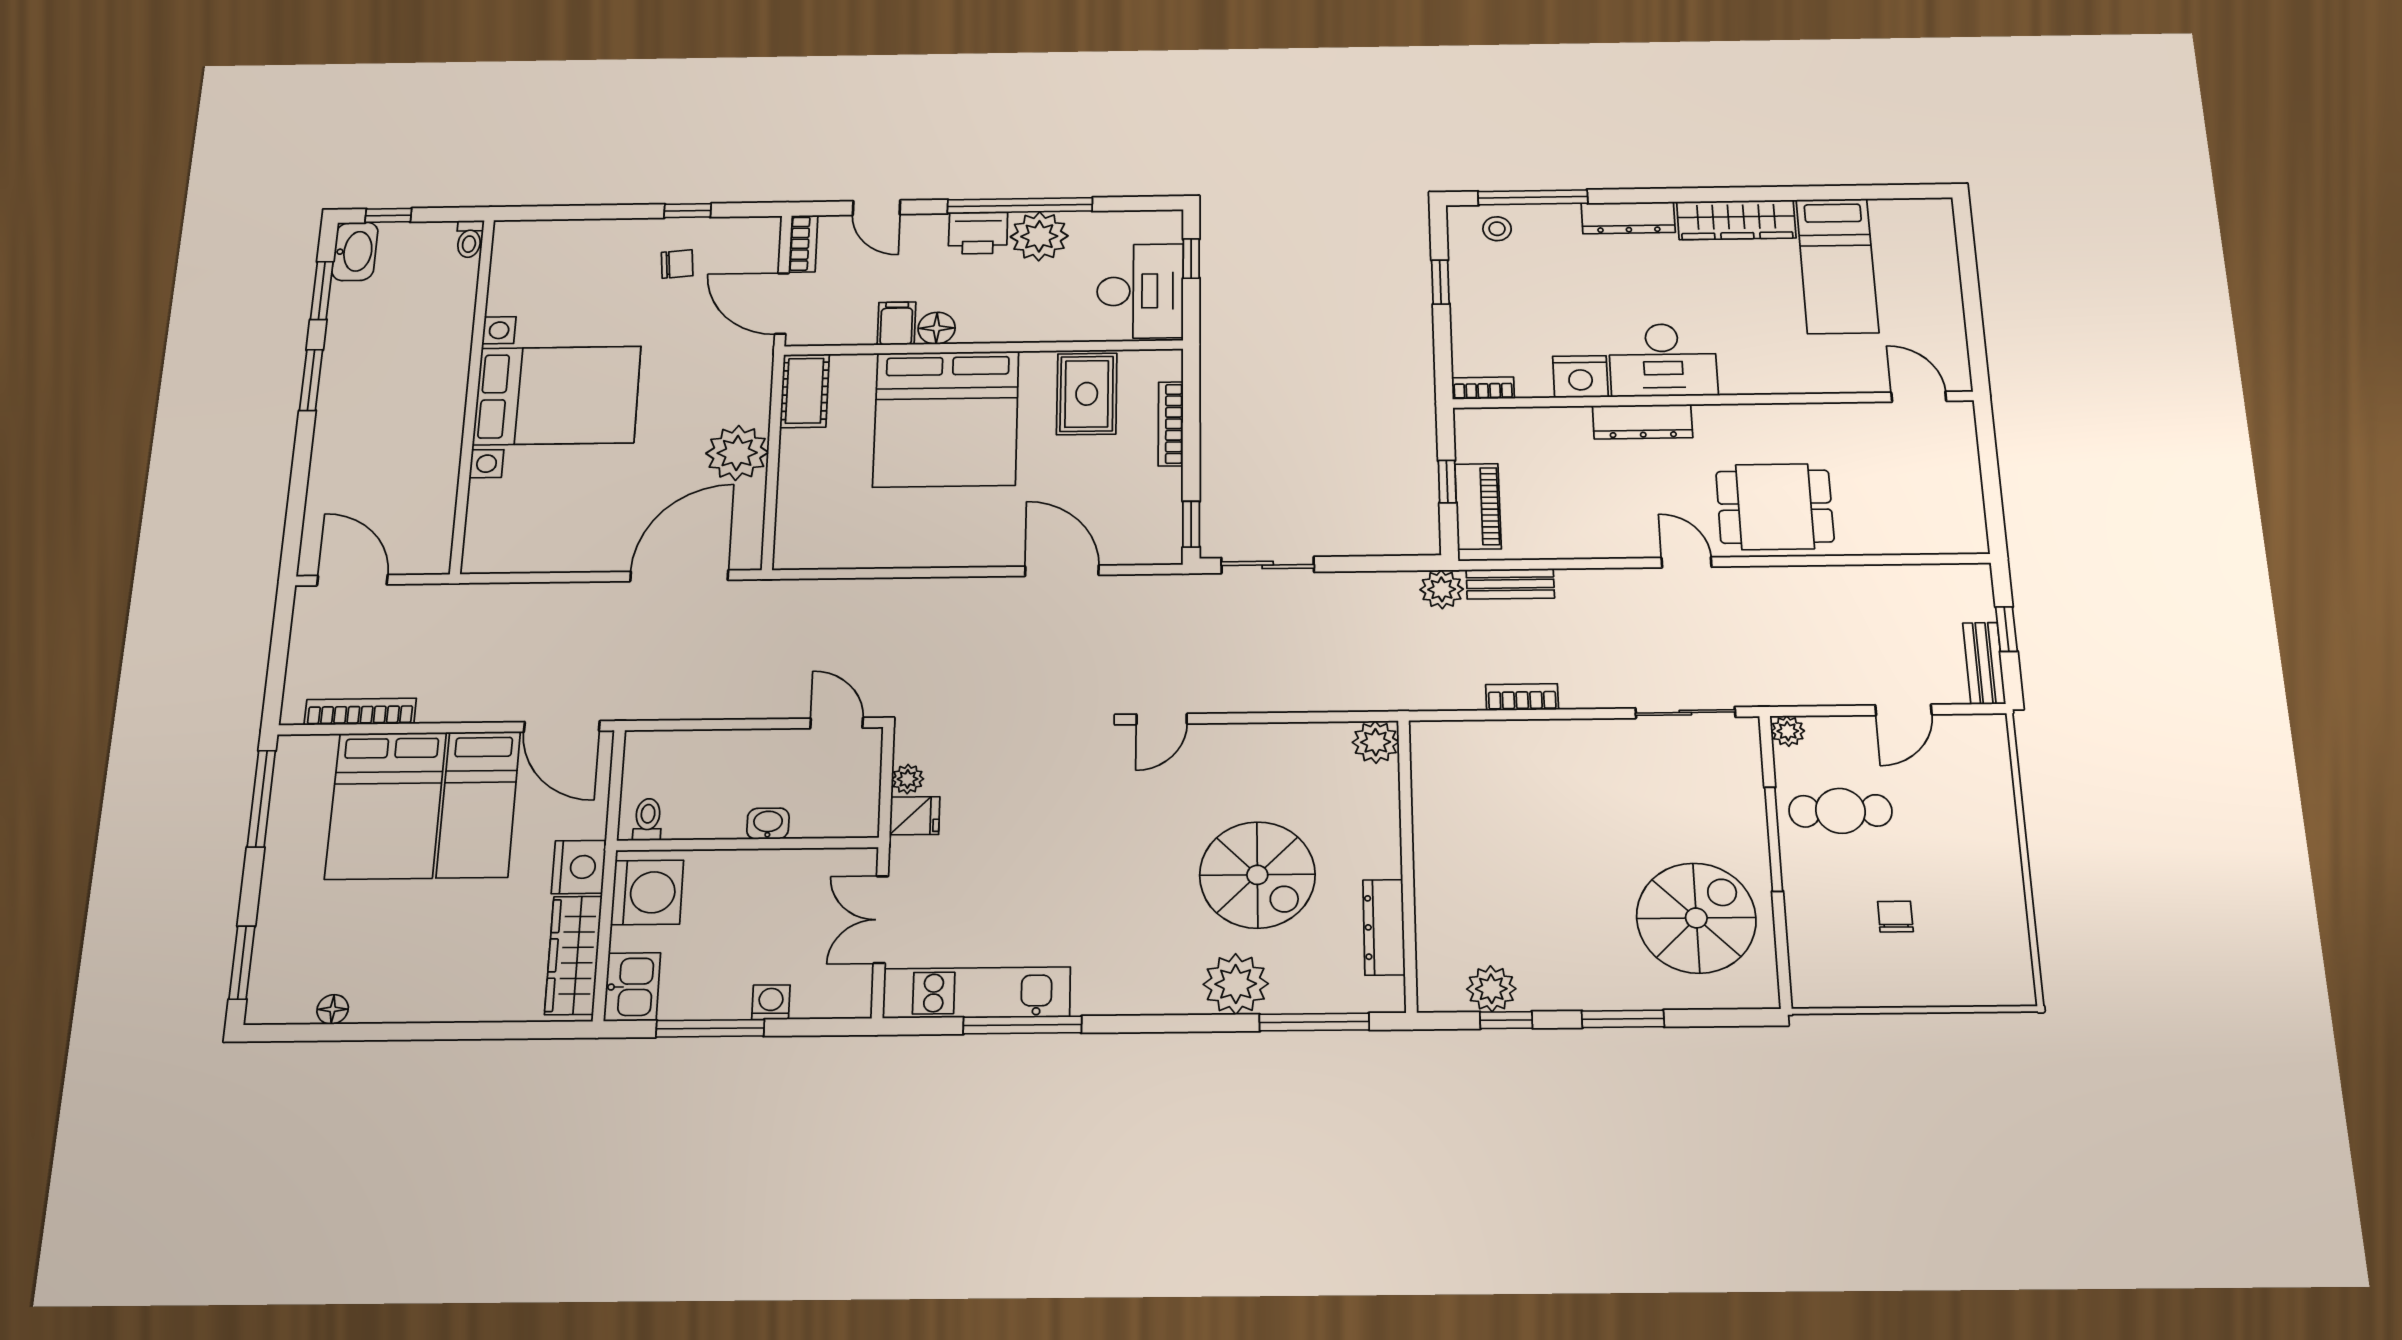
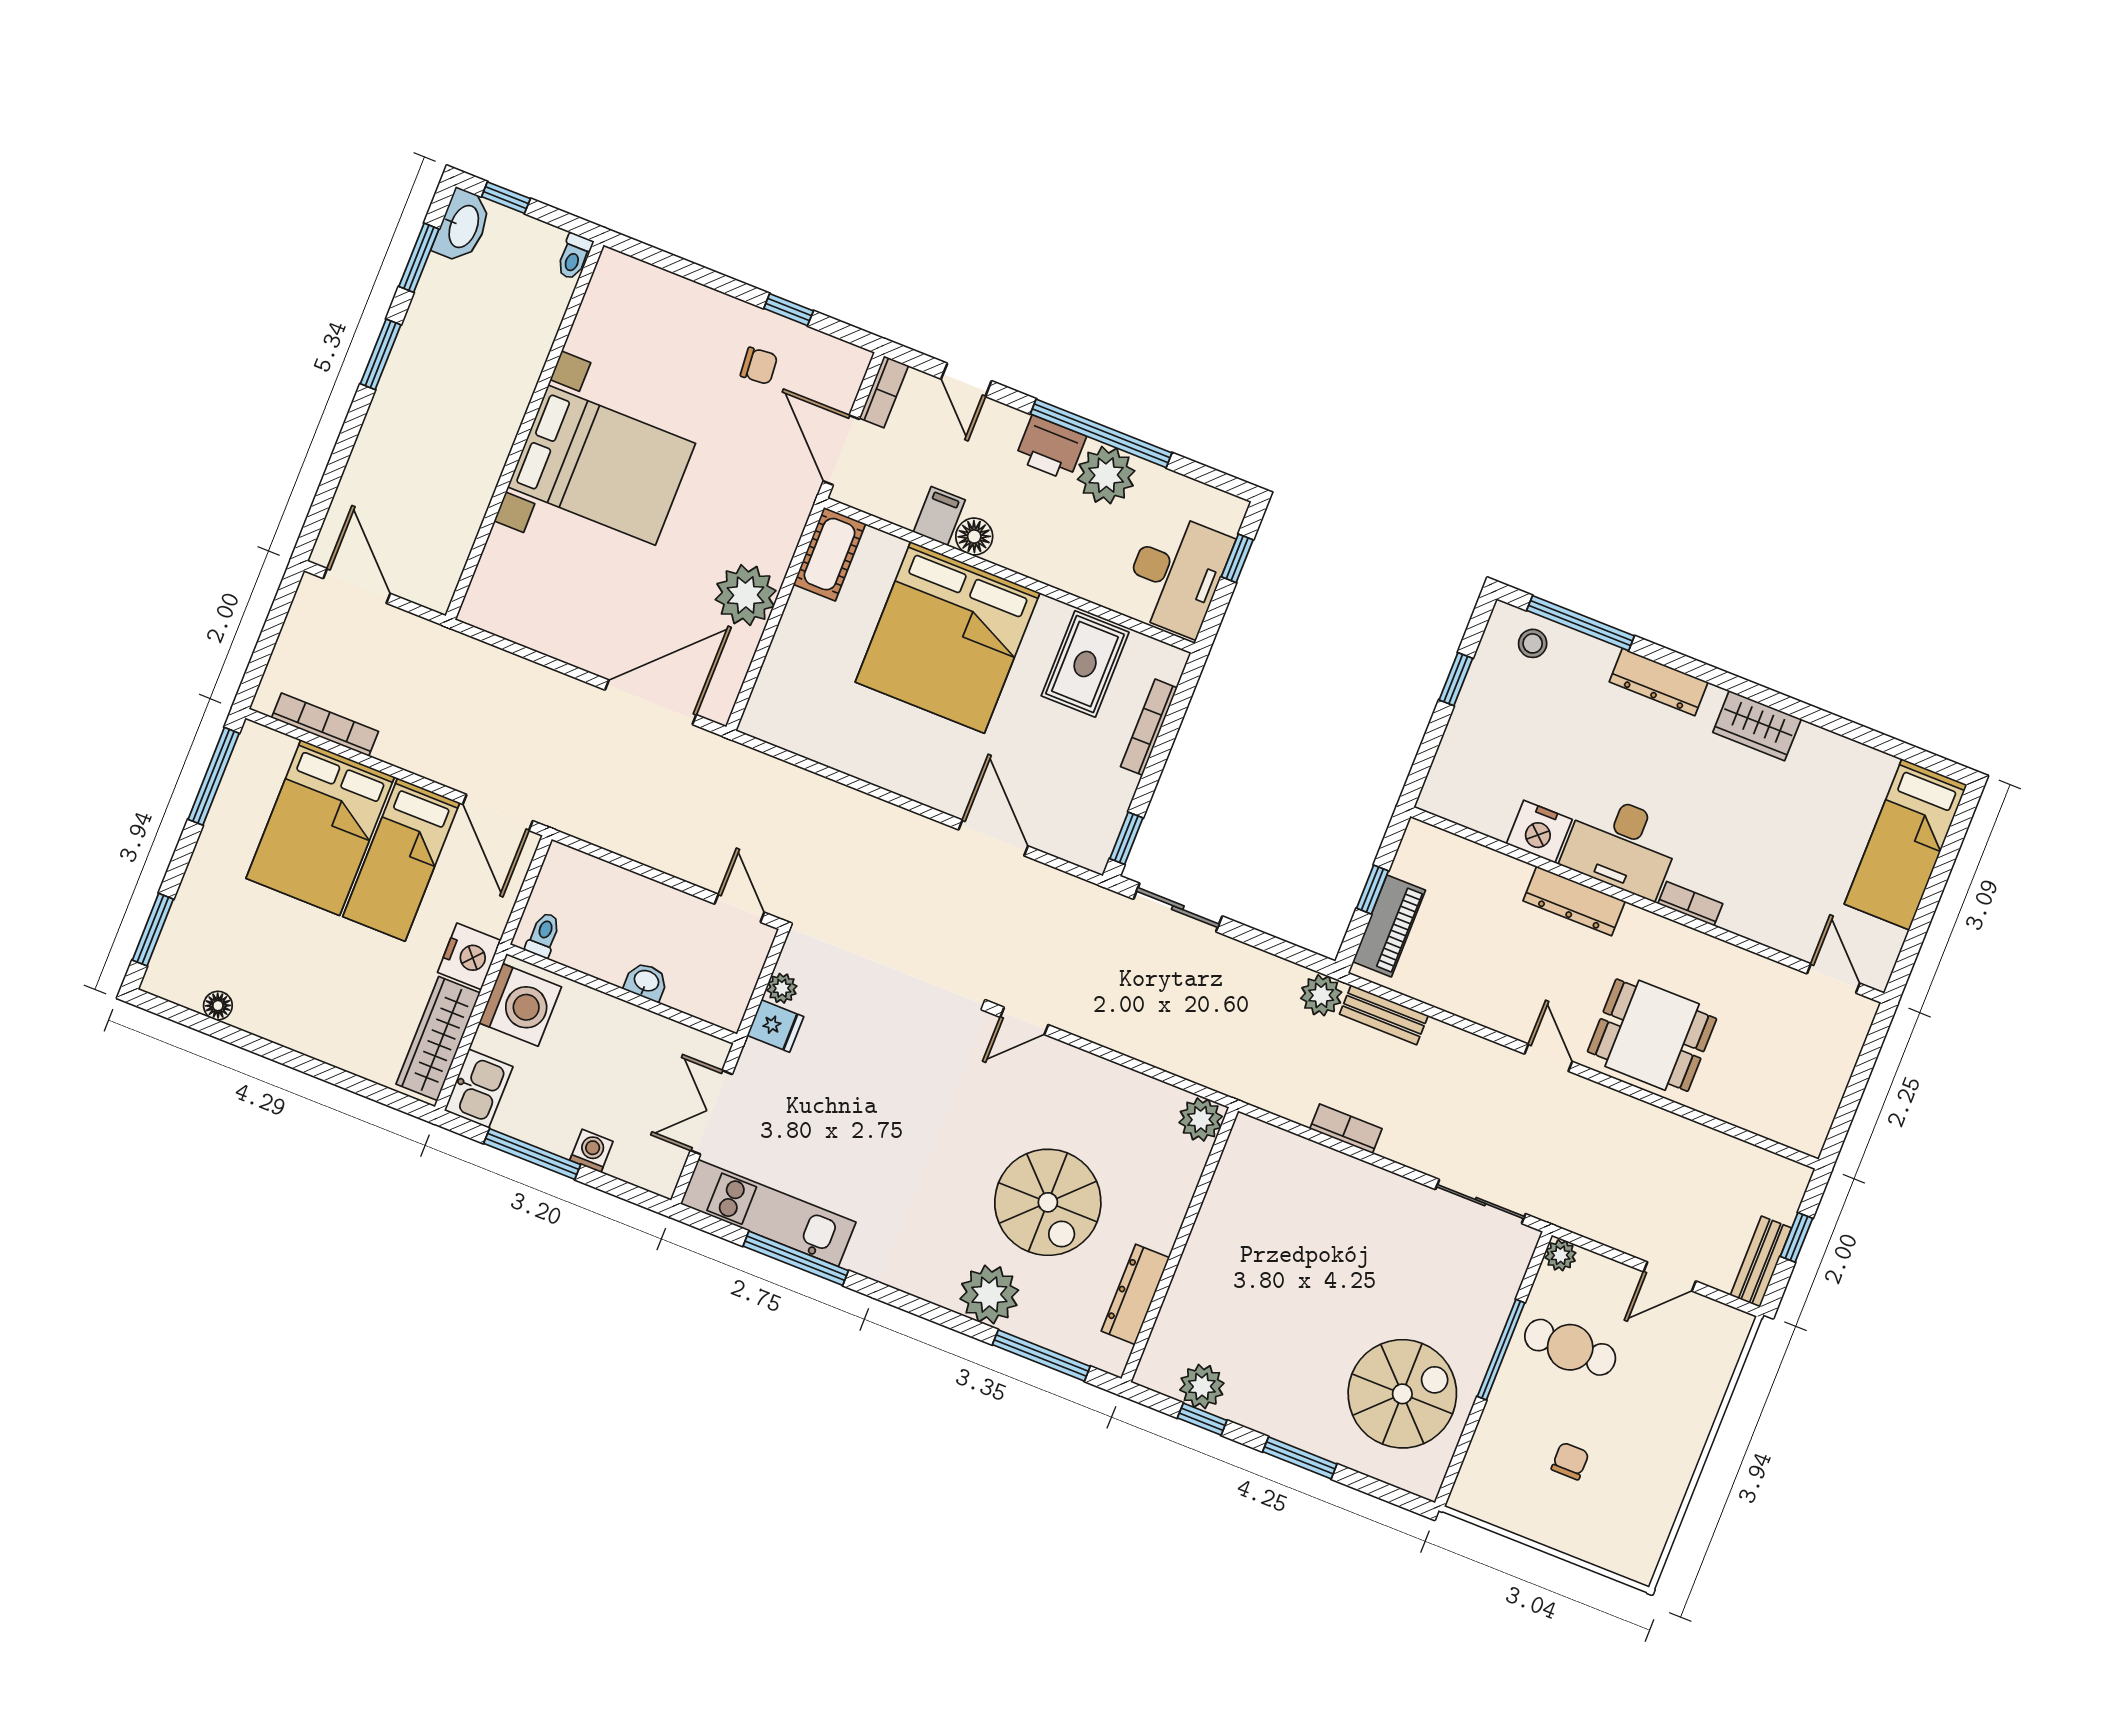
wardrobe: (1736, 220) -> (1757, 726), width x0.67
bed: (1837, 266) -> (1906, 844), moved
bookcase: (1483, 388) -> (1690, 904), moved

